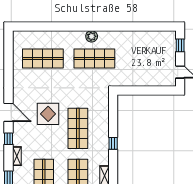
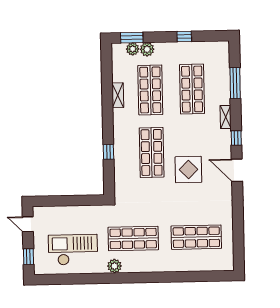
plant: (92, 36) -> (114, 266), moved
checkout: (144, 50) -> (73, 250), added
window: (113, 143) -> (108, 152), moved

